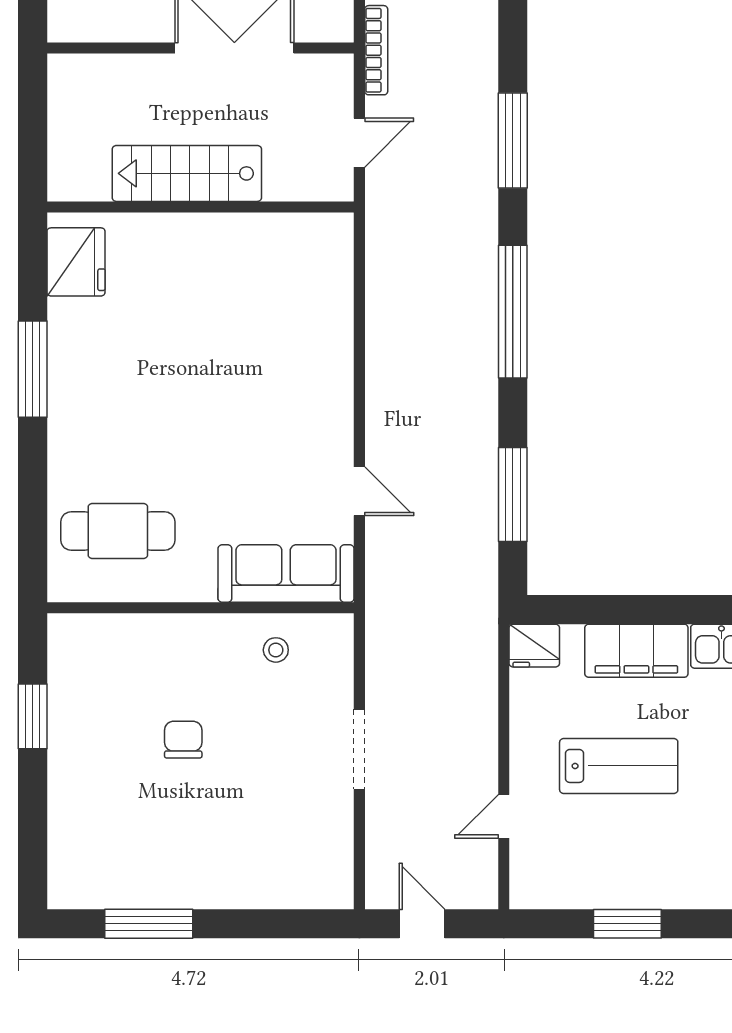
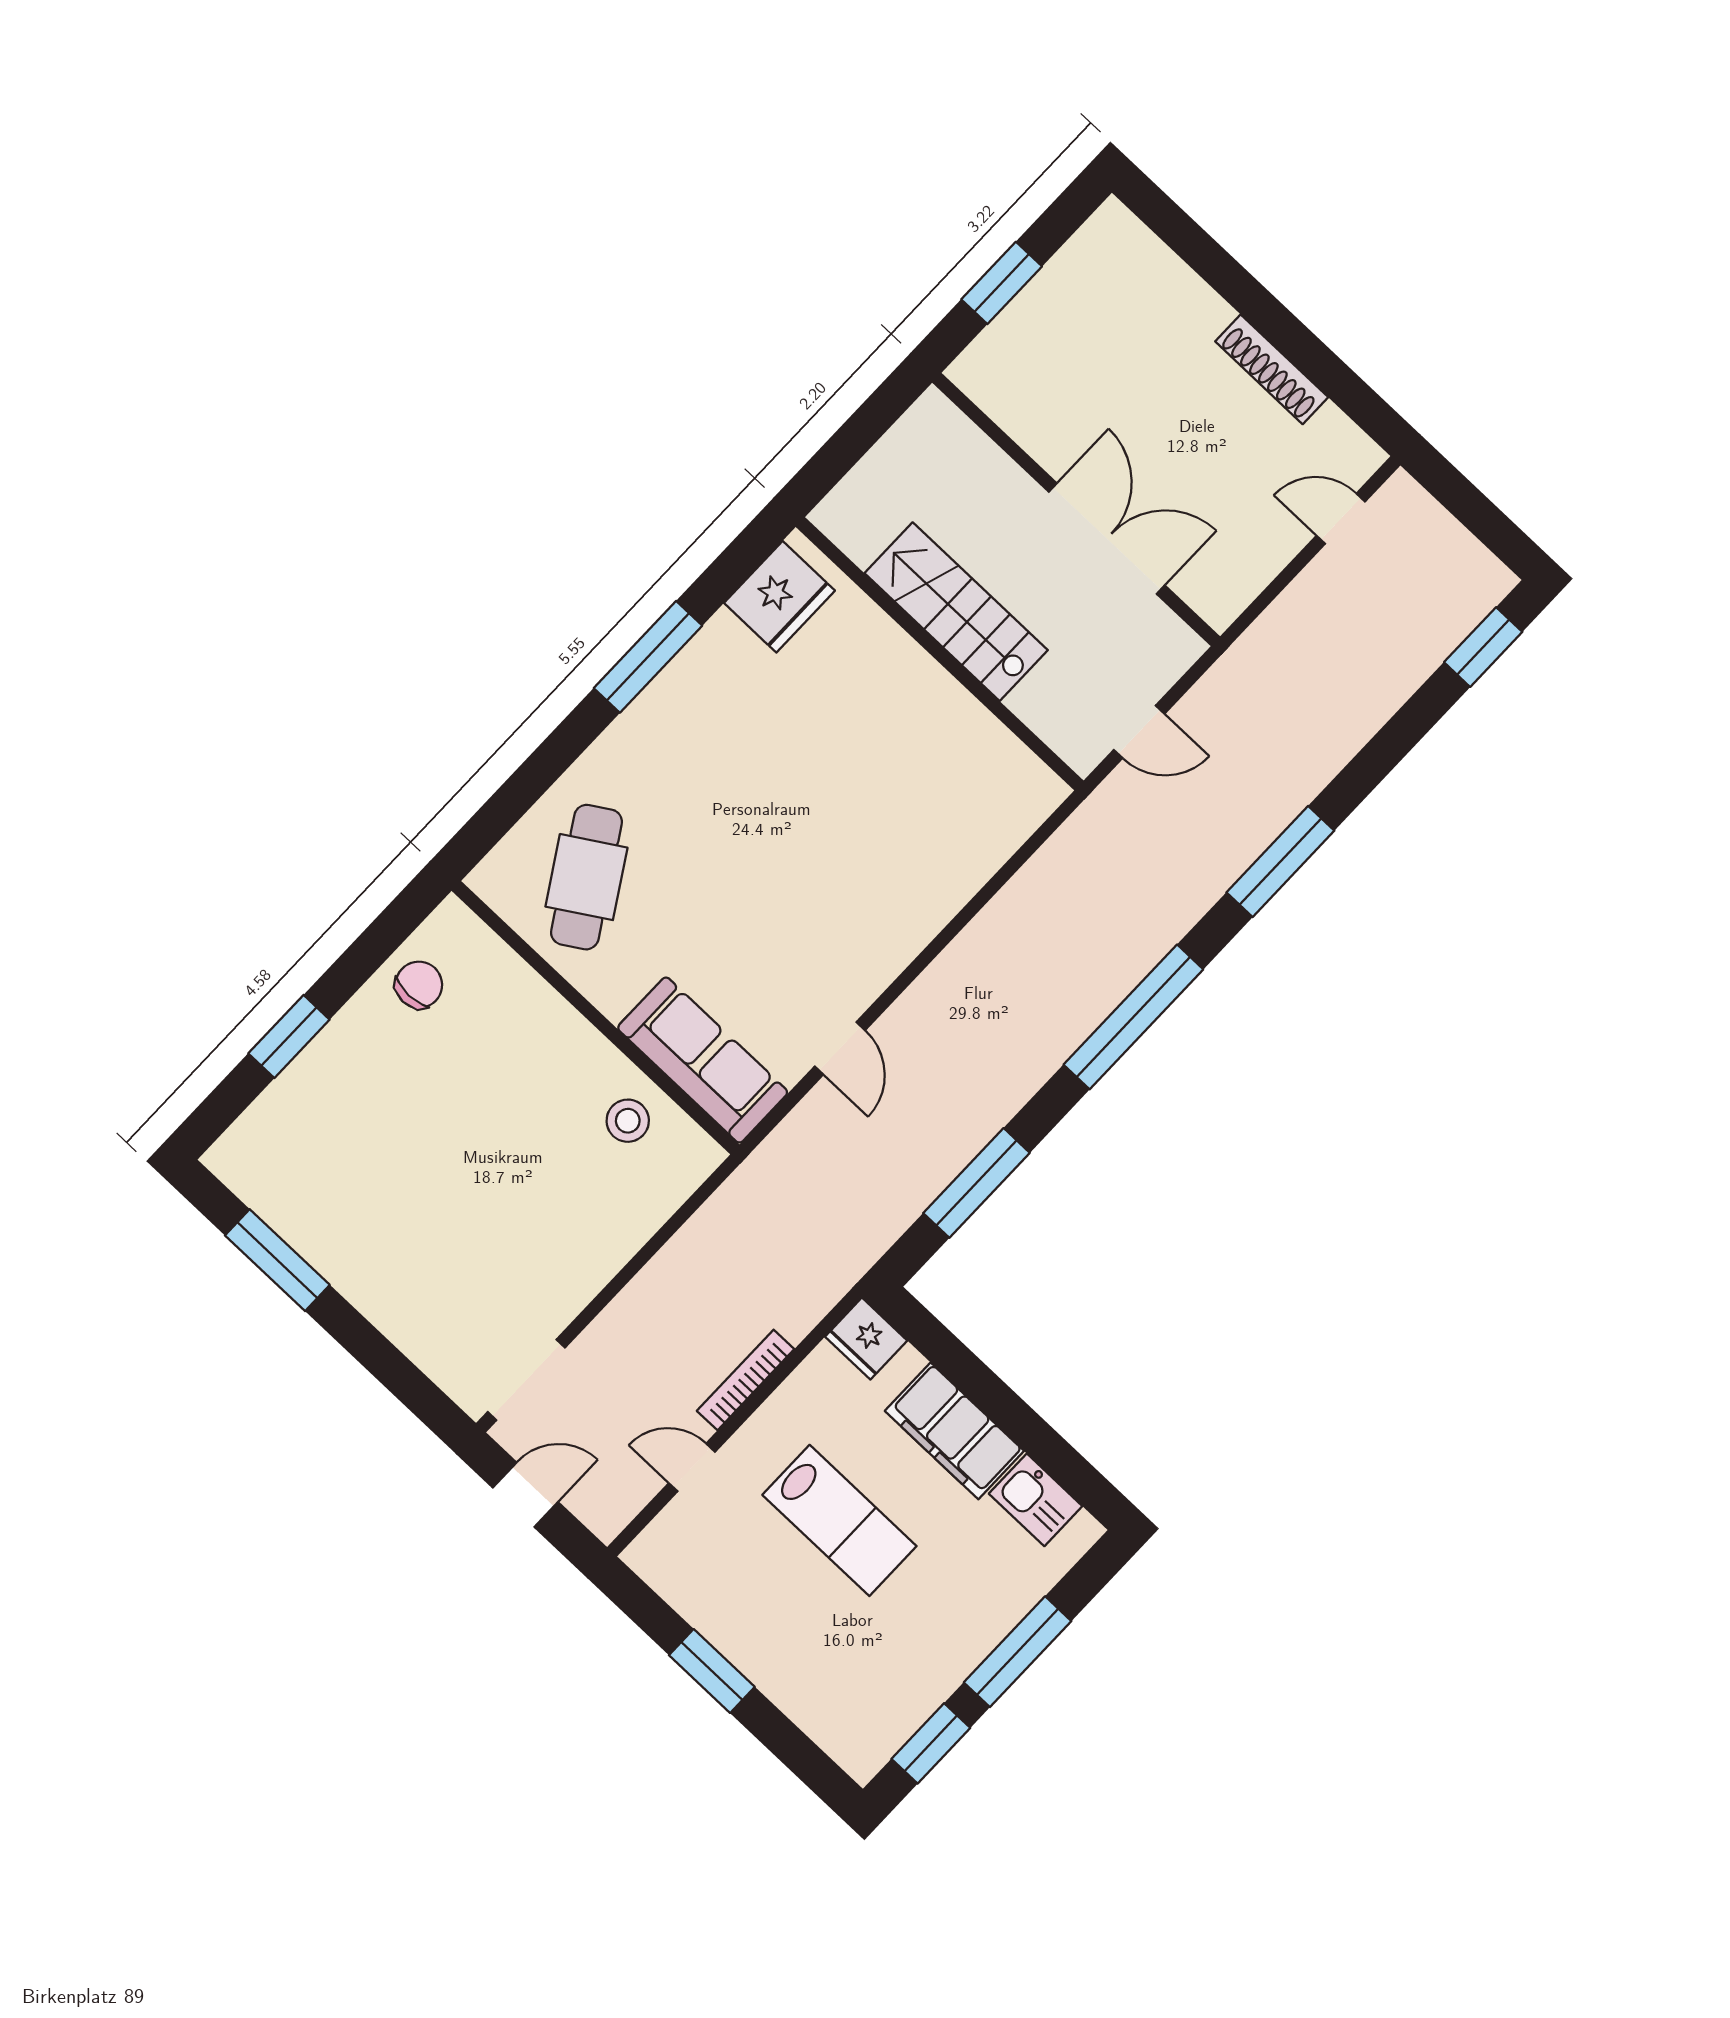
bookcase: (376, 50) -> (746, 1380), moved, turned 180
cafe table: (118, 531) -> (586, 877), turned 58
stool: (276, 650) -> (628, 1121), width x1.37, depth x1.37
window: (33, 716) -> (289, 1037), moved
chair: (183, 740) -> (419, 985), moved
doorway: (359, 749) -> (526, 1380), moved
door: (422, 924) -> (525, 1495), hinge flipped

